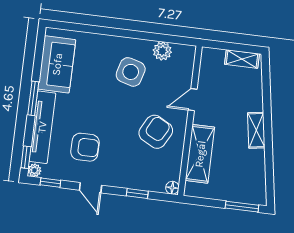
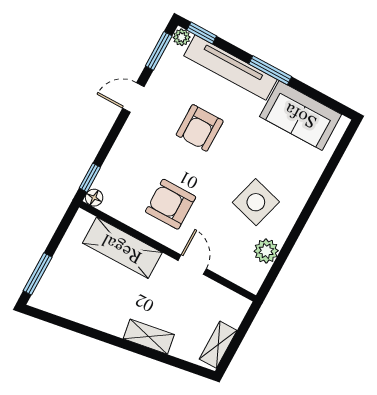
shelving: (256, 130) -> (149, 337), moved
armchair: (156, 132) -> (171, 204), turned 152
armchair: (85, 147) -> (200, 128), moved
window: (50, 183) -> (159, 51), width x1.50
window: (137, 194) -> (90, 178), moved

